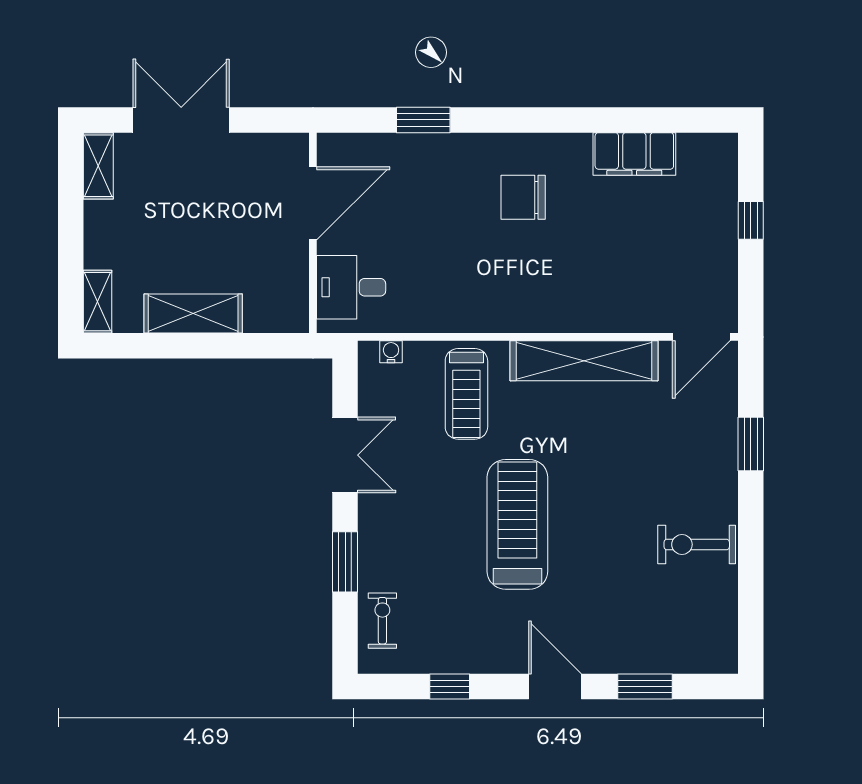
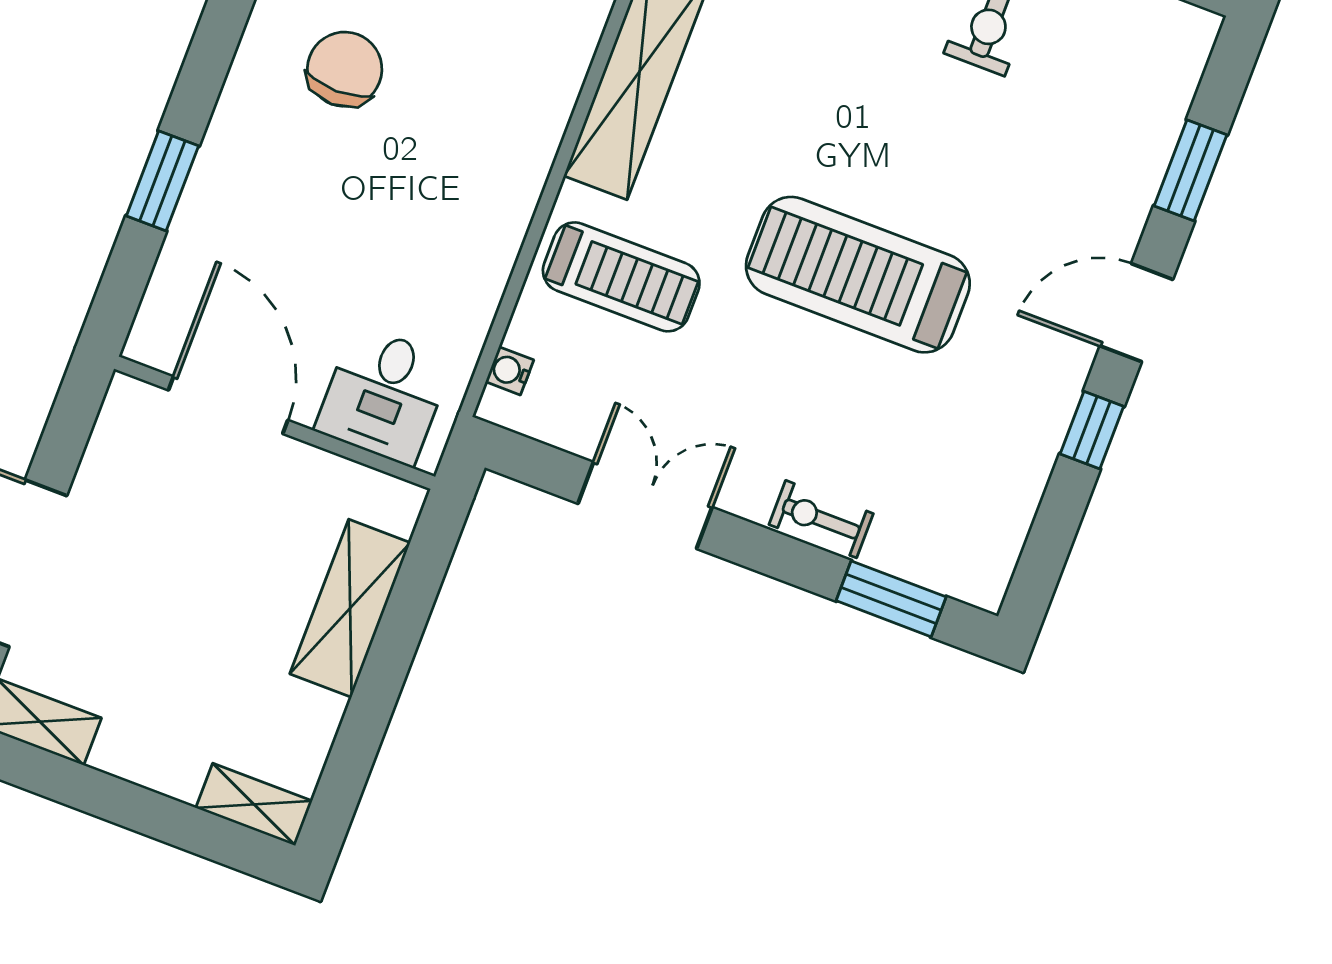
chair: (523, 197) -> (345, 69), turned 180
shelving: (193, 314) -> (350, 608), moved
window: (345, 562) -> (891, 599), moved
exercise bike: (382, 621) -> (821, 519), moved
window: (450, 686) -> (1092, 430), moved

